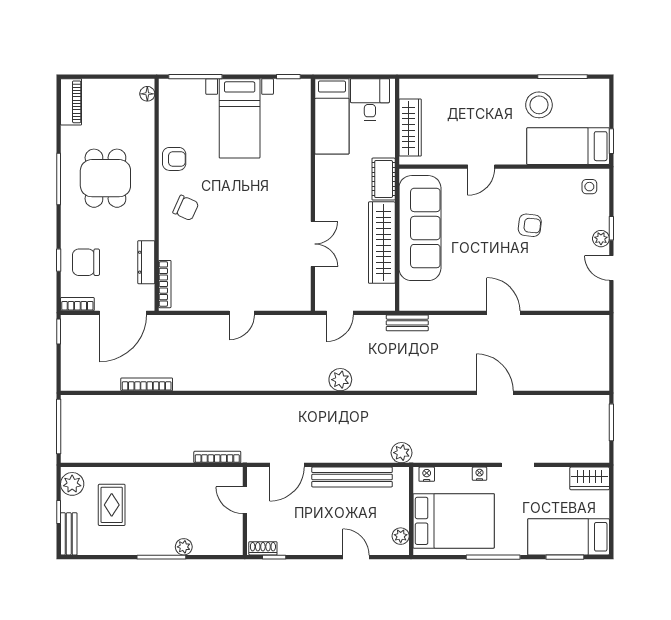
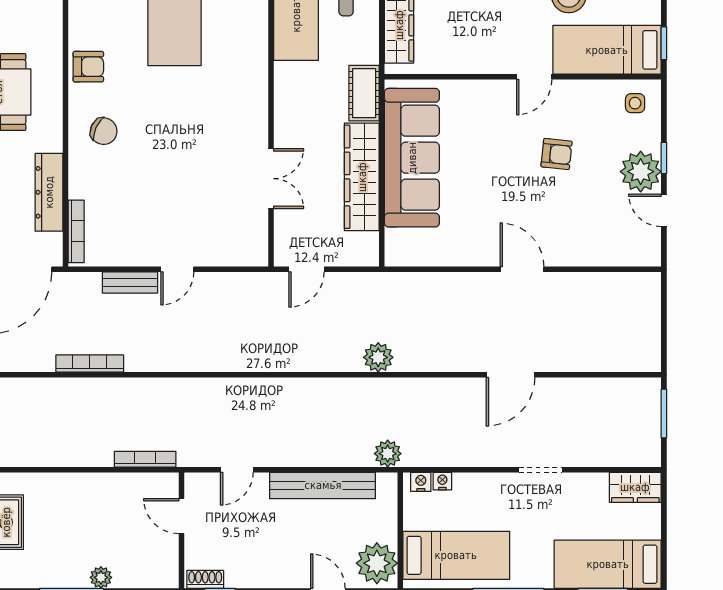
door: (481, 167) -> (534, 77), moved
plant: (601, 239) -> (641, 172), width x1.87, depth x1.87
dresser: (146, 262) -> (49, 192), width x1.37, depth x1.24
bench: (407, 323) -> (130, 282), moved
plant: (340, 380) -> (378, 357), moved
bookcase: (147, 384) -> (90, 363), moved
door: (495, 393) -> (511, 375), swing flipped
door: (287, 465) -> (237, 470), width x0.73
nightstand: (479, 474) -> (442, 481), moved
bed: (454, 521) -> (456, 555), width x0.67
plant: (401, 536) -> (377, 563), width x1.87, depth x1.87

